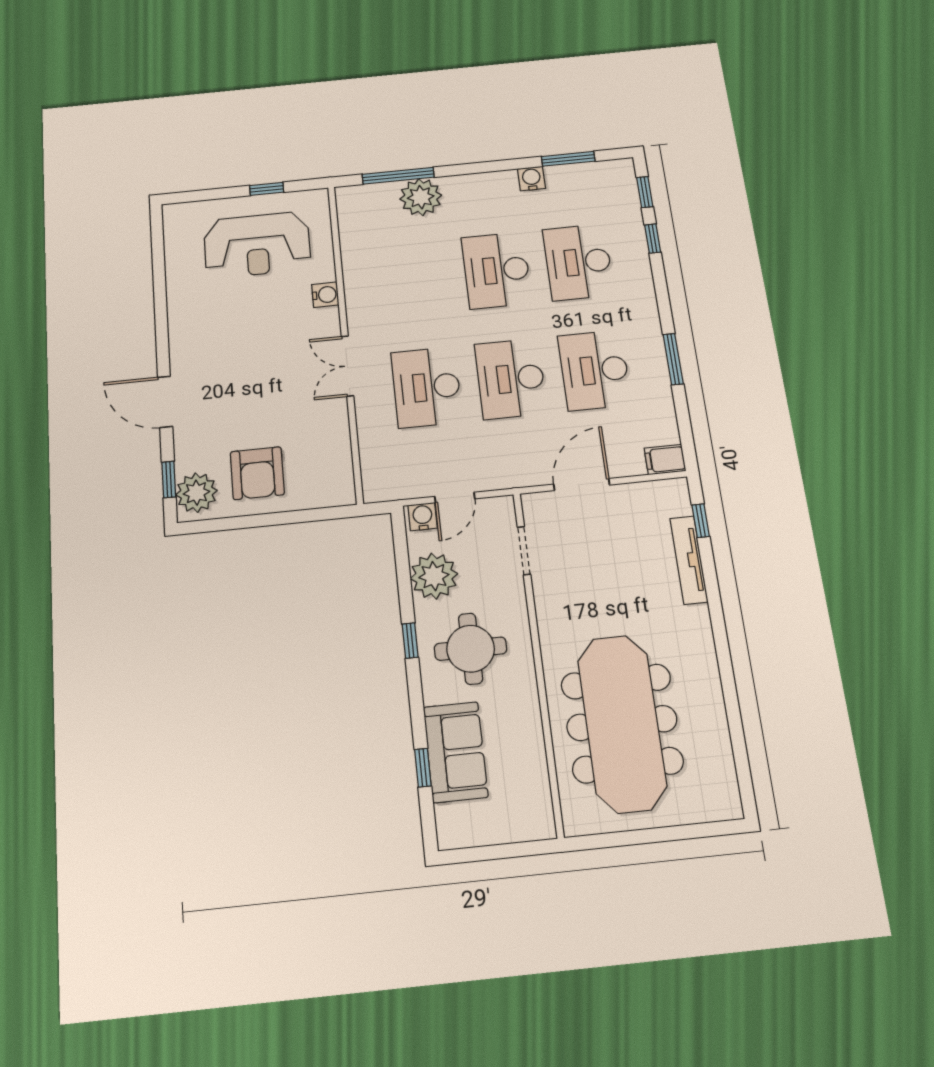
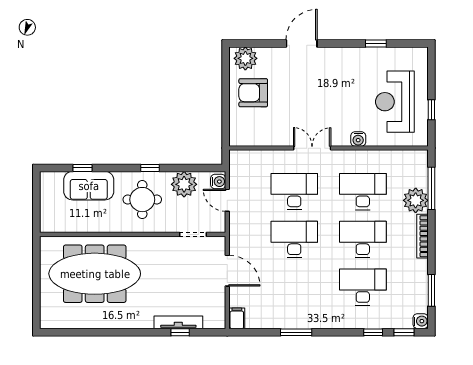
water cooler: (531, 179) -> (421, 321), moved
bookcase: (480, 181) -> (422, 236), added
desk: (595, 370) -> (363, 192), moved
window: (169, 480) -> (376, 43), moved
window: (701, 521) -> (180, 332), moved

